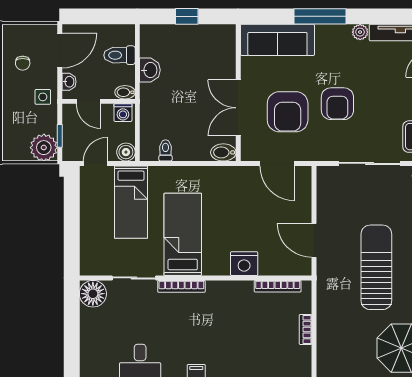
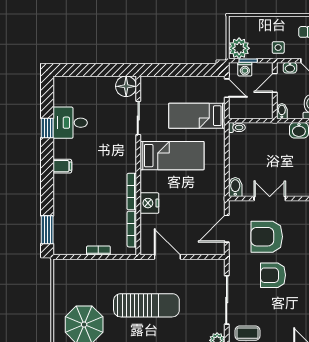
double door: (238, 108) -> (270, 199), width x0.73
washing machine: (123, 113) -> (245, 69), moved, turned -90
toilet: (166, 150) -> (237, 127), moved
boiler: (126, 152) -> (236, 112), removed
door: (314, 240) -> (167, 257), hinge flipped
bookcase: (181, 286) -> (132, 192), moved

